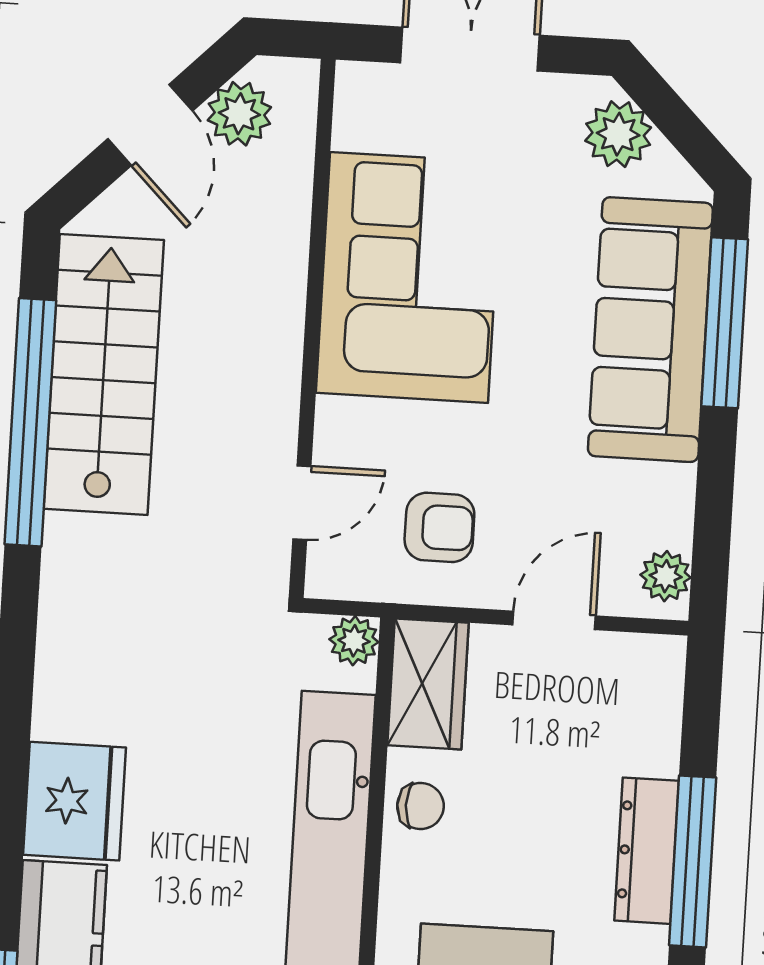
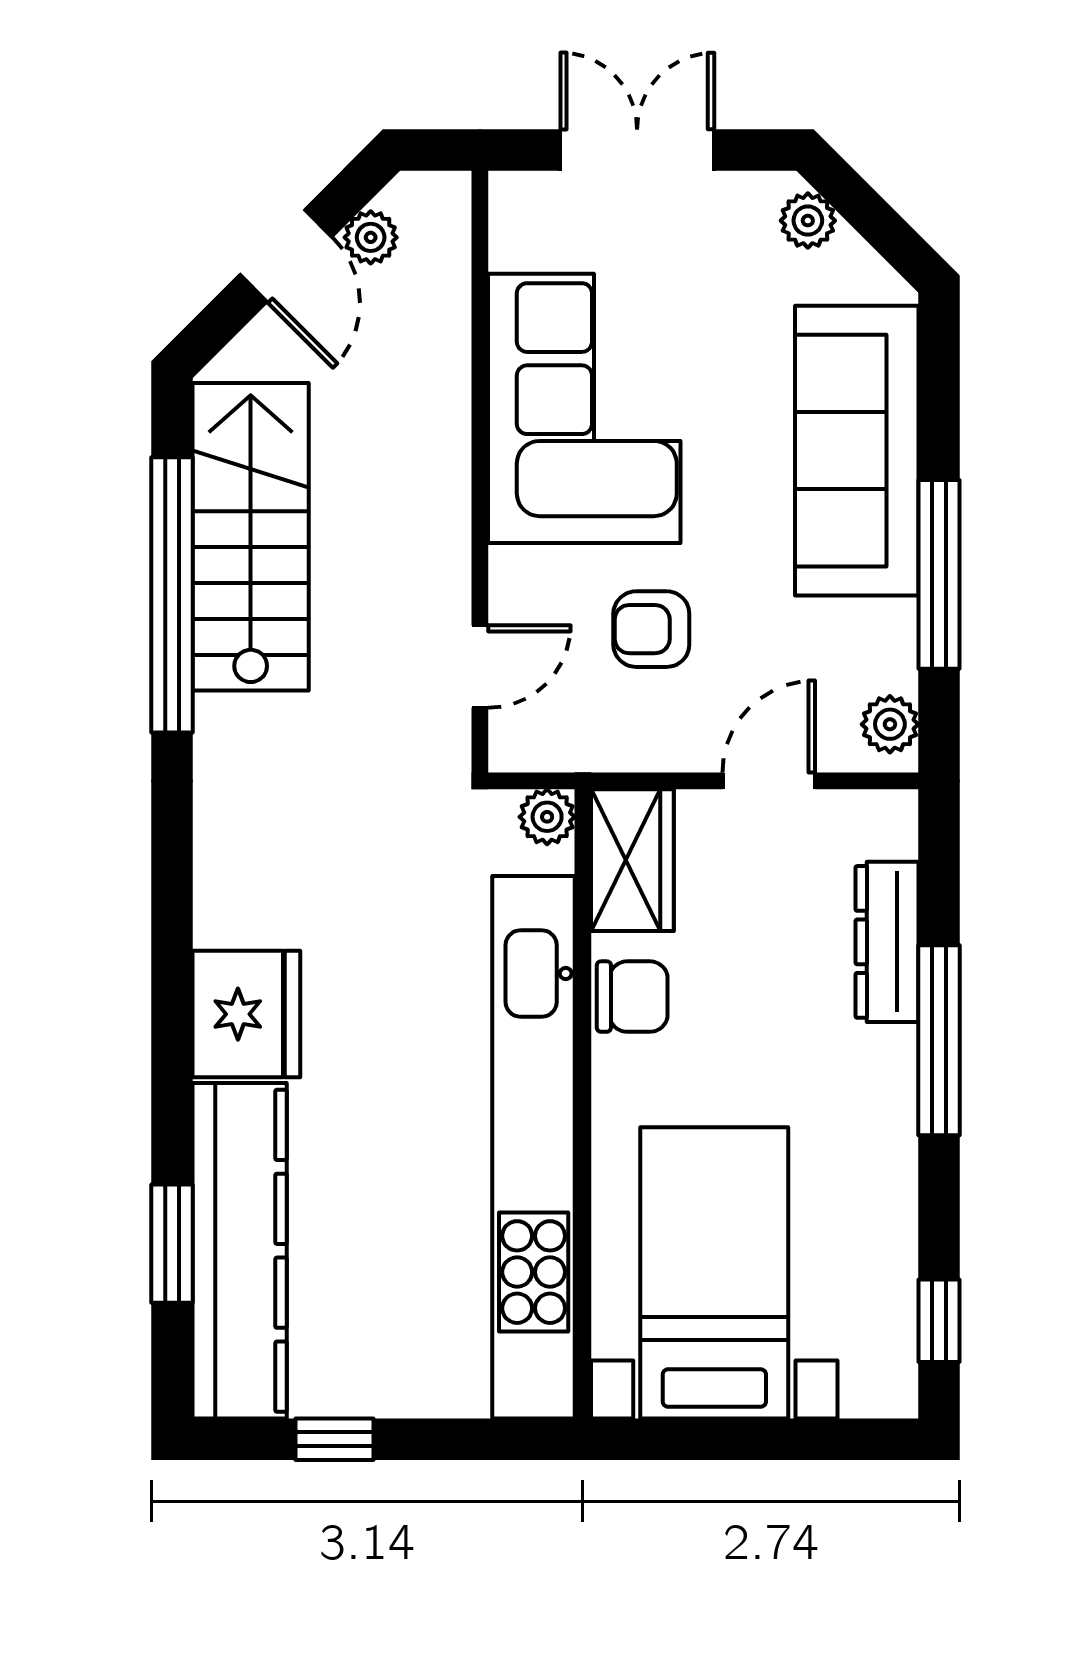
plant: (239, 114) -> (371, 237), width x0.73, depth x0.73
plant: (618, 134) -> (808, 221), width x0.73, depth x0.73
window: (725, 323) -> (939, 574), moved
armchair: (439, 527) -> (651, 629), moved, turned 180
chair: (421, 806) -> (632, 997), width x1.37, depth x1.37
dresser: (647, 851) -> (887, 942), moved

